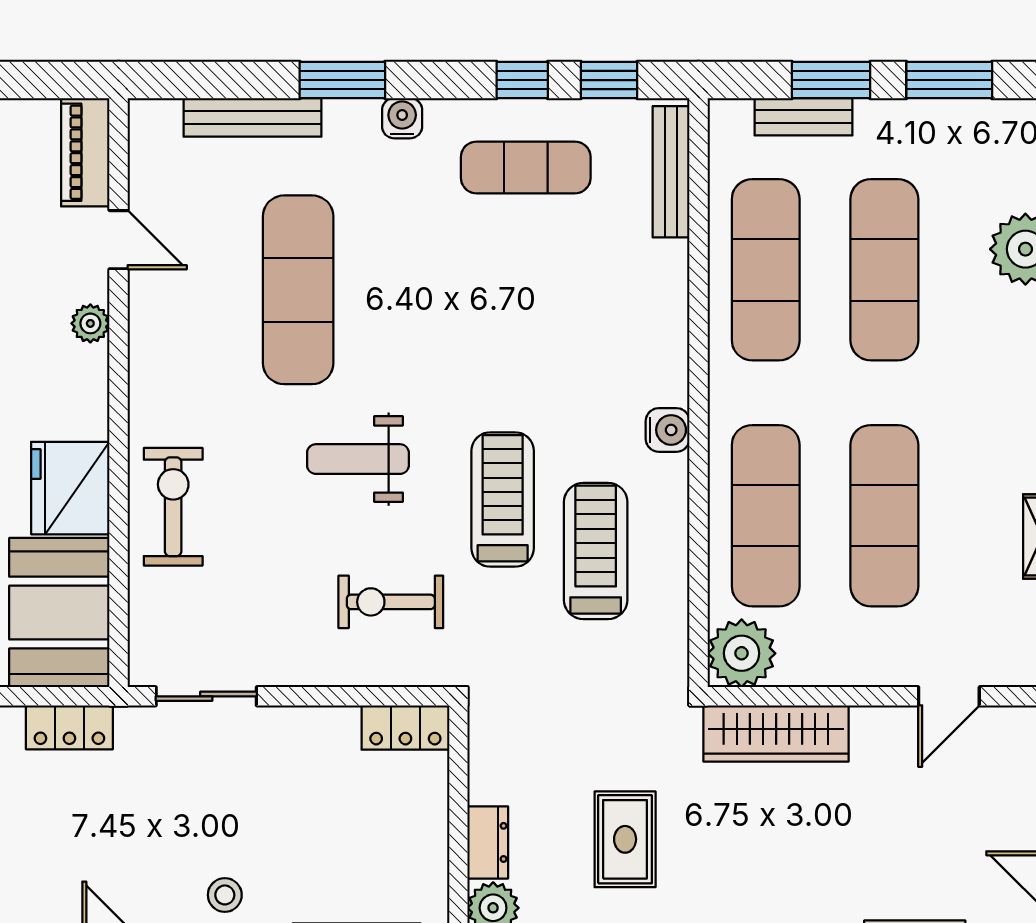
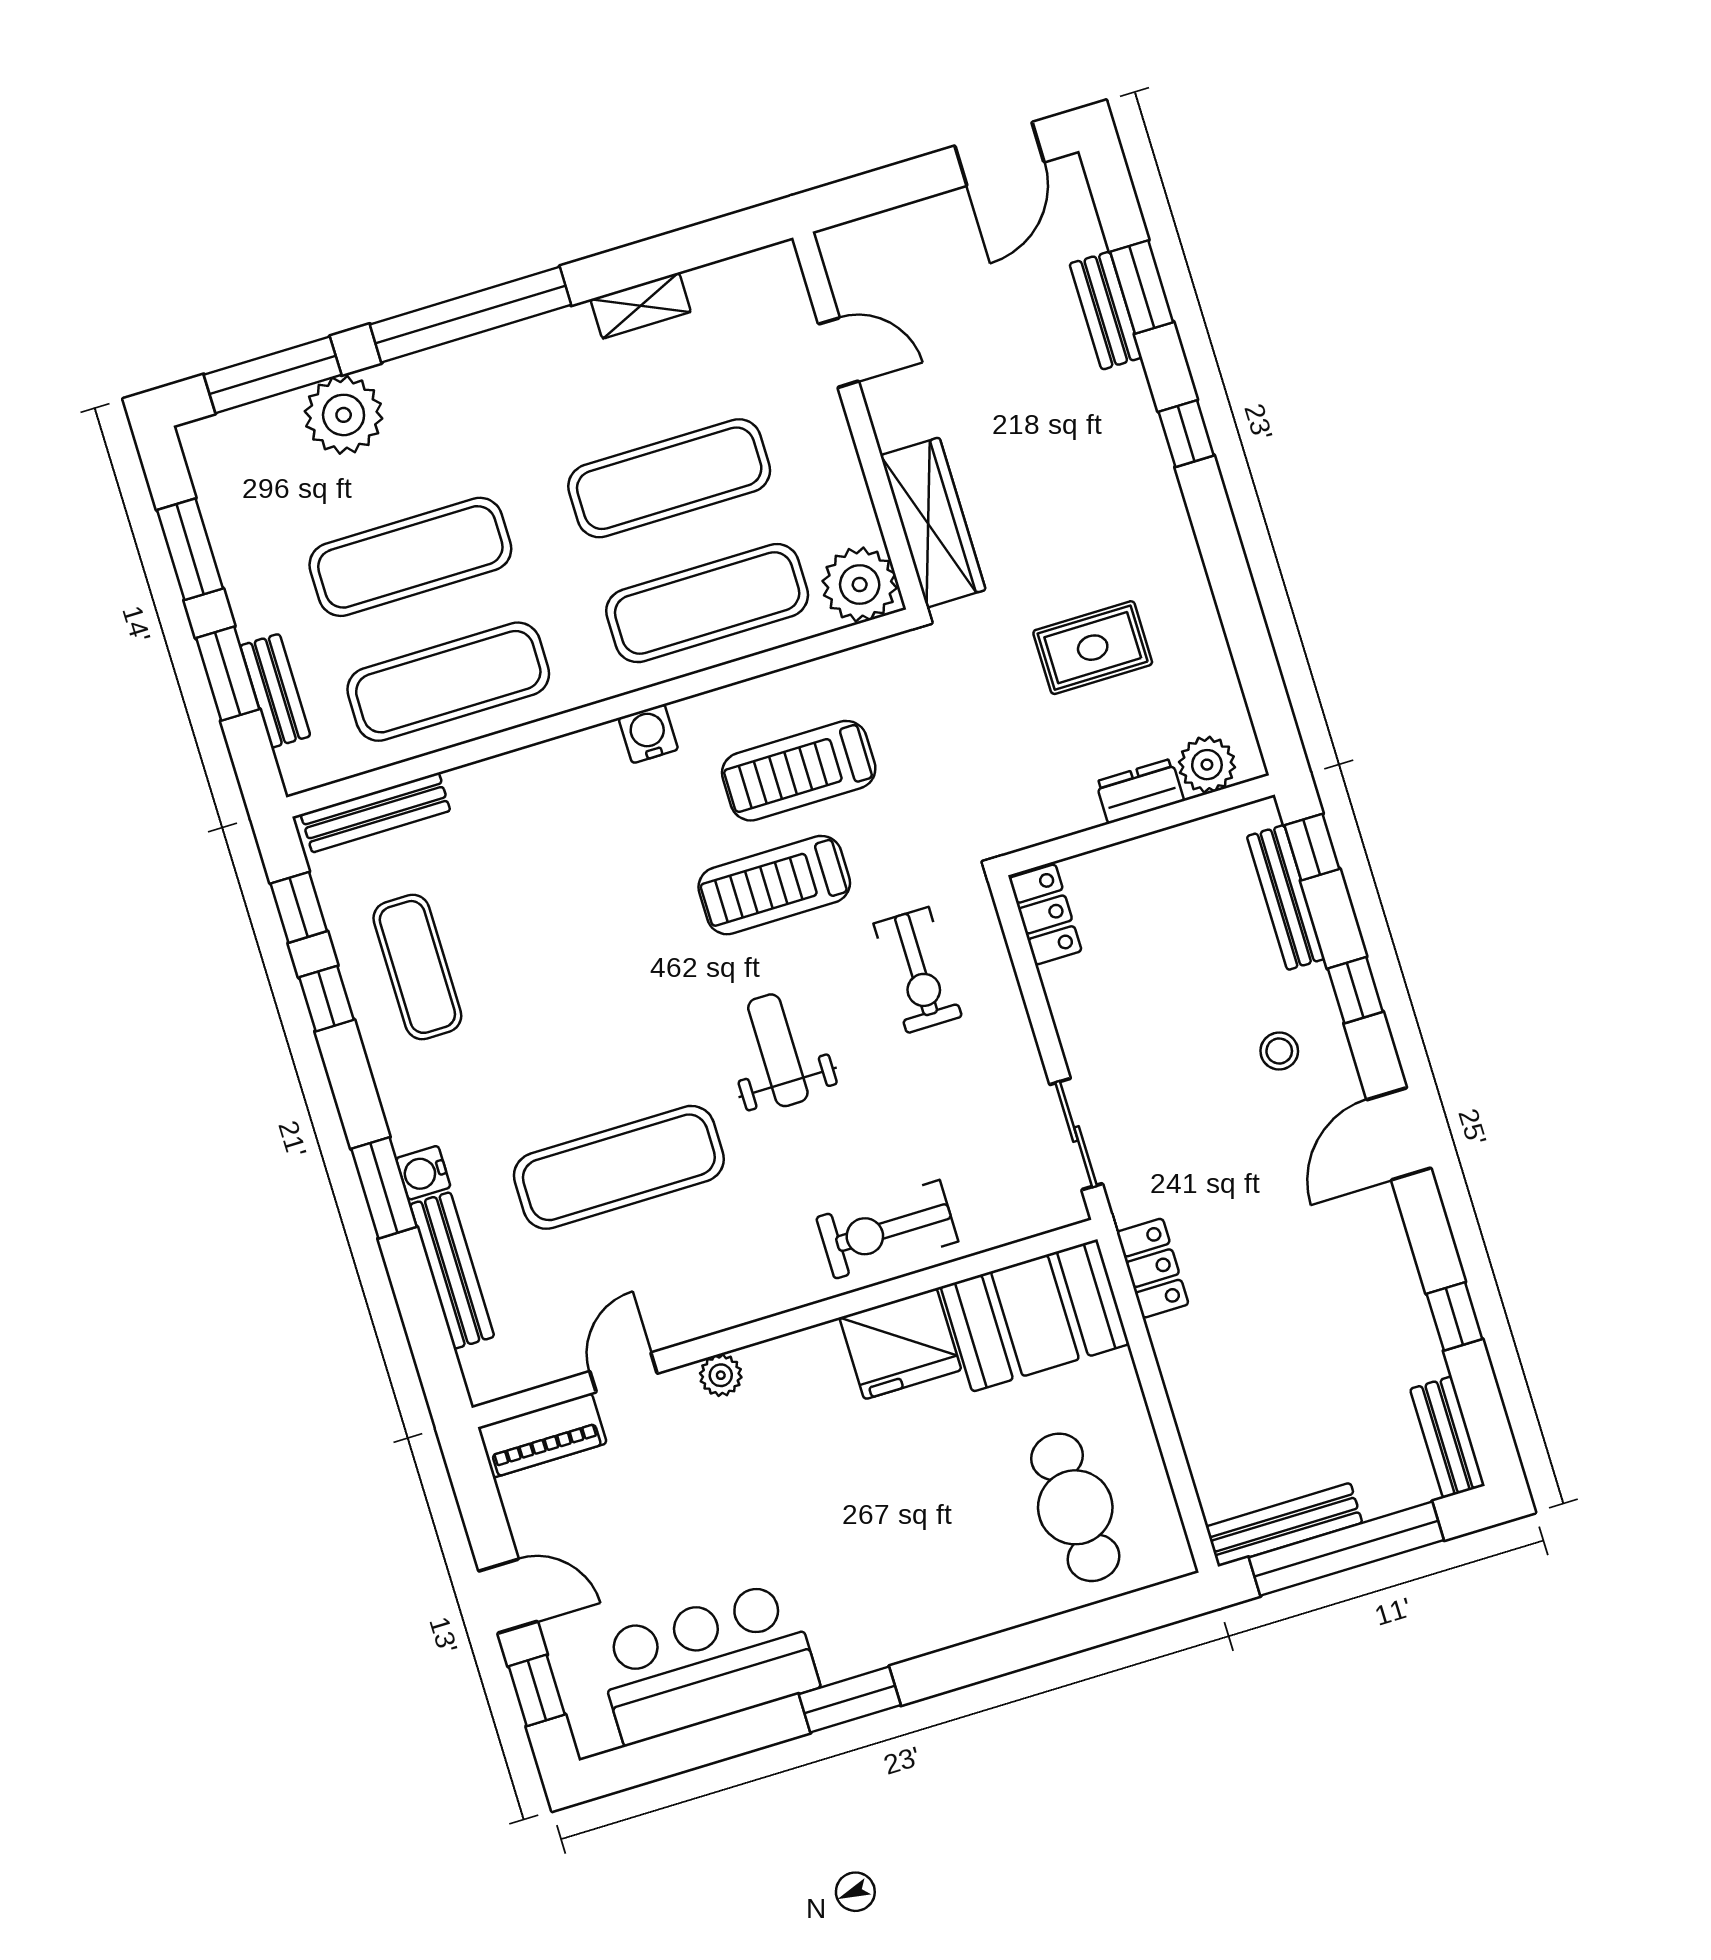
water cooler: (402, 118) -> (423, 1173), moved
weight bench: (358, 459) -> (778, 1050), turned 180

